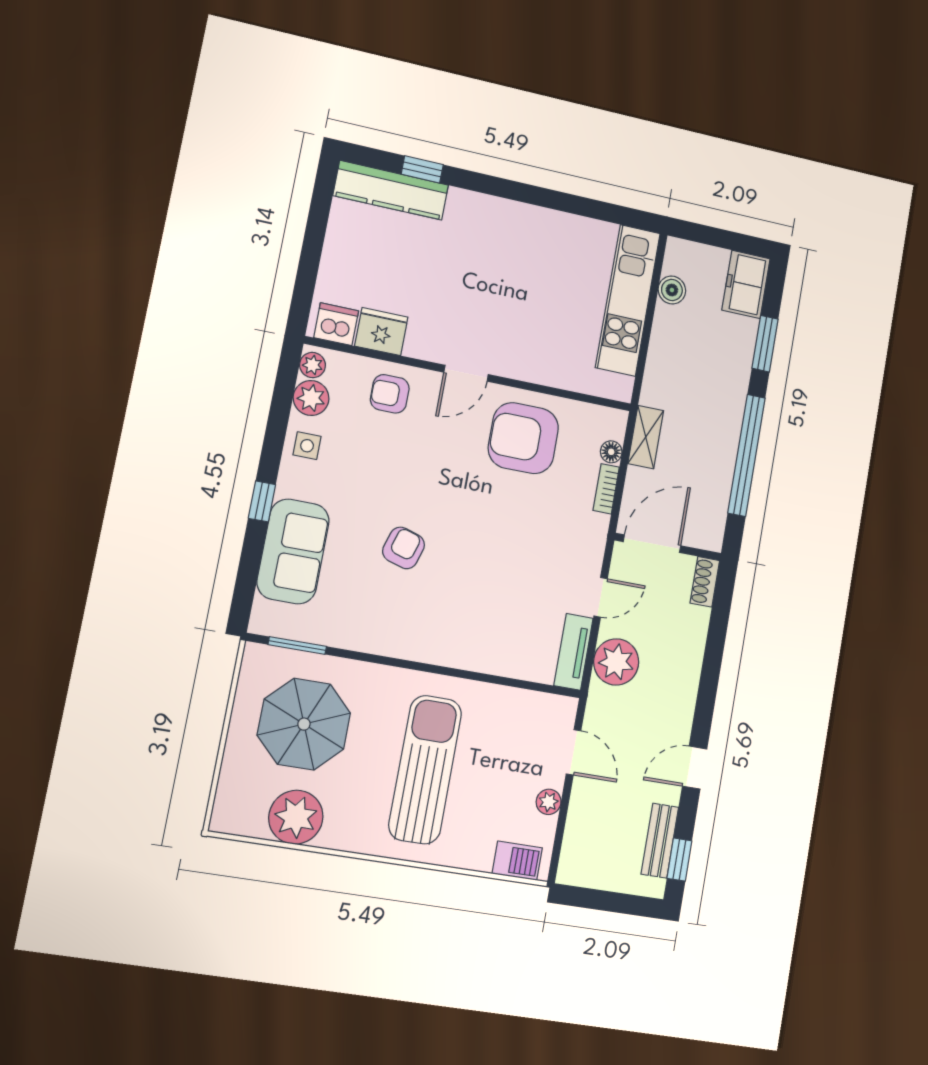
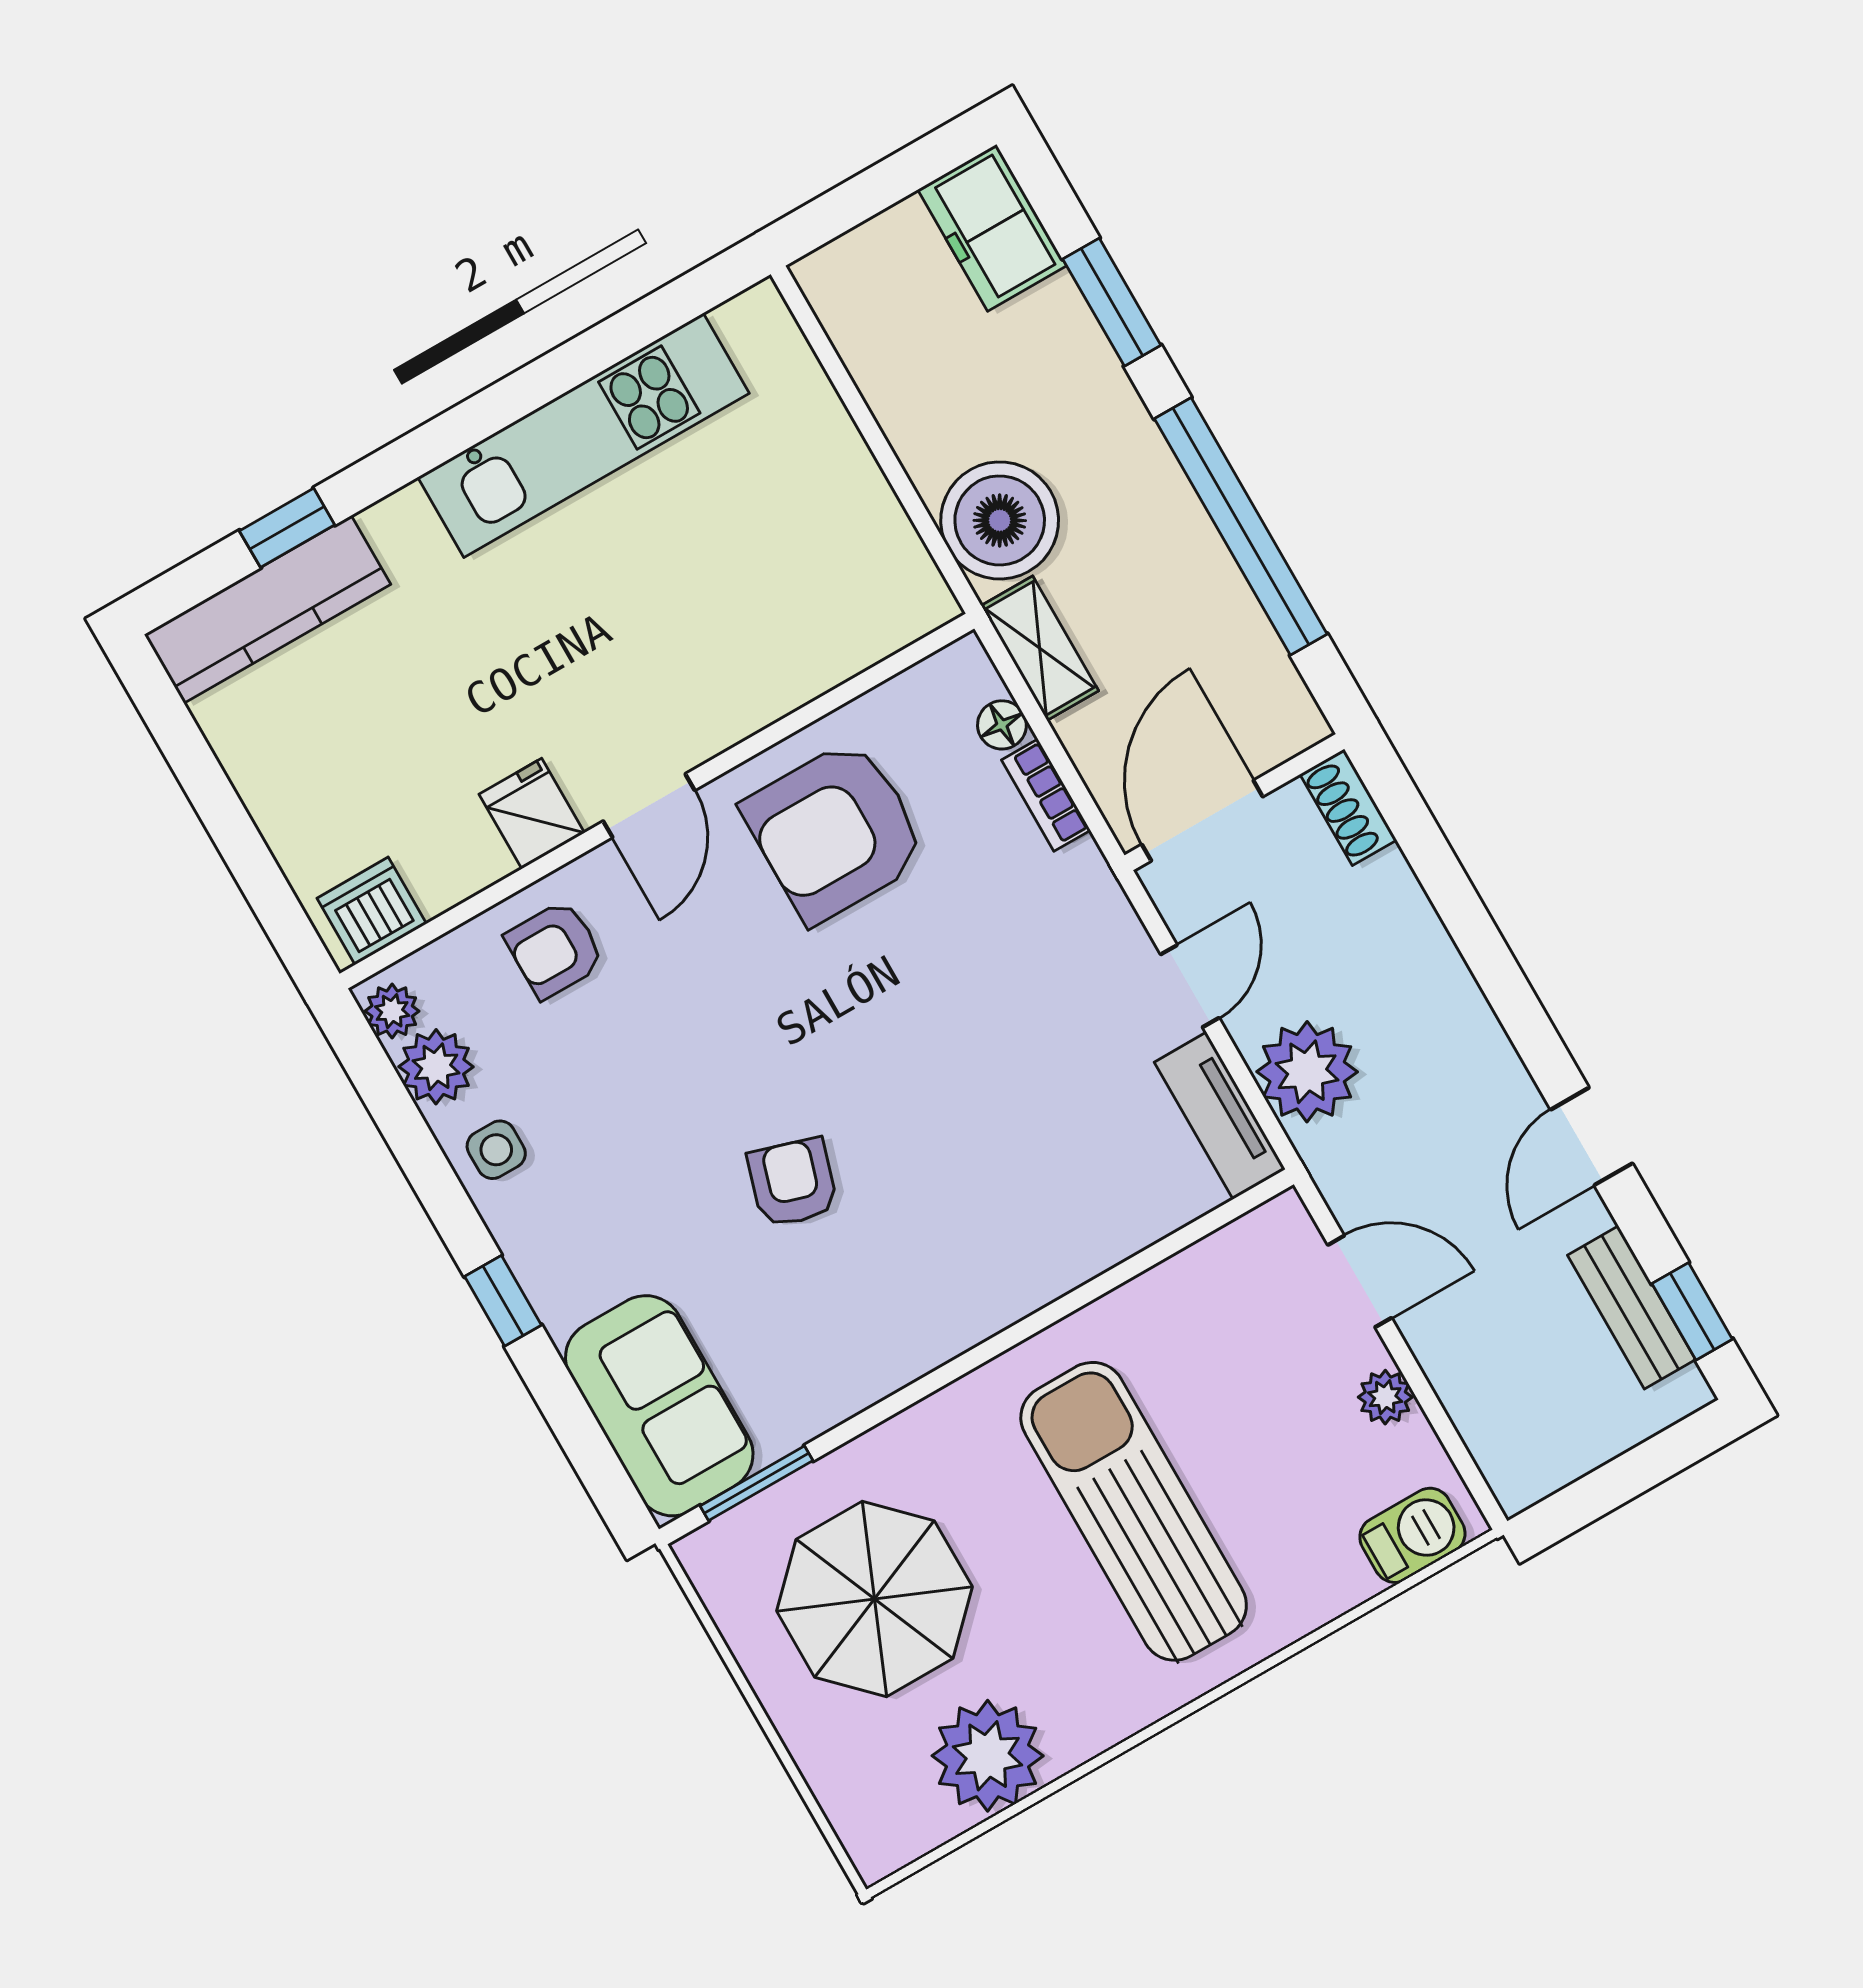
boiler: (672, 290) -> (1000, 520), moved, width x1.86, depth x1.86
kitchen unit: (628, 300) -> (584, 435), moved, turned -90
fridge: (381, 332) -> (532, 814), moved, width x0.72
sofa: (293, 551) -> (659, 1406), moved

